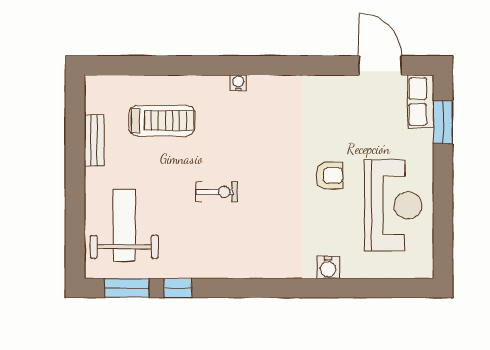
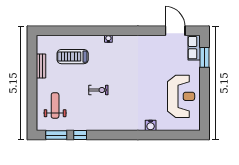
treadmill: (162, 121) -> (73, 57), turned 180
armchair: (329, 176) -> (151, 82), removed
weight bench: (124, 225) -> (55, 106), width x0.73, depth x0.75

